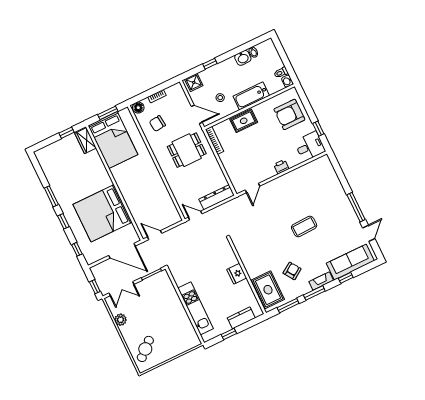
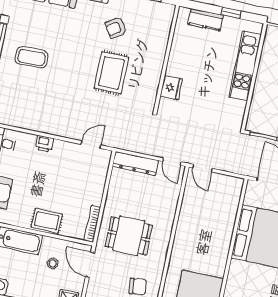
coffee table: (304, 227) -> (32, 57), moved
door: (155, 235) -> (202, 168), moved
fridge: (237, 274) -> (171, 88), moved
rug: (268, 290) -> (111, 73), moved

